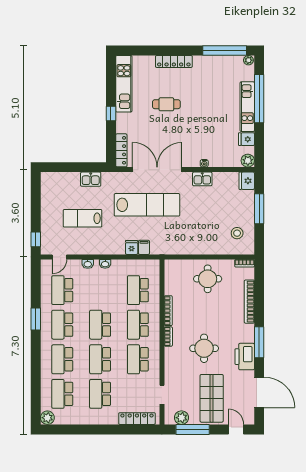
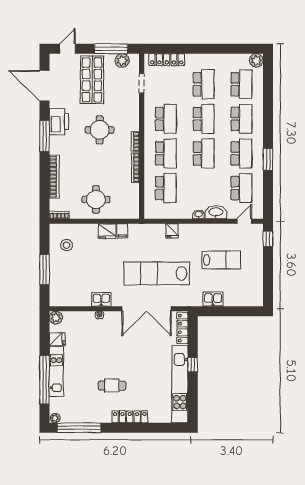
kitchen unit: (124, 84) -> (180, 384), width x1.36
cafe table: (166, 104) -> (112, 386), moved
fridge: (247, 181) -> (107, 231), moved, turned 90
filing cabinet: (144, 247) -> (122, 231), moved
washbasin: (88, 264) -> (216, 212), width x1.91, depth x1.45
door: (236, 429) -> (68, 49), swing flipped

